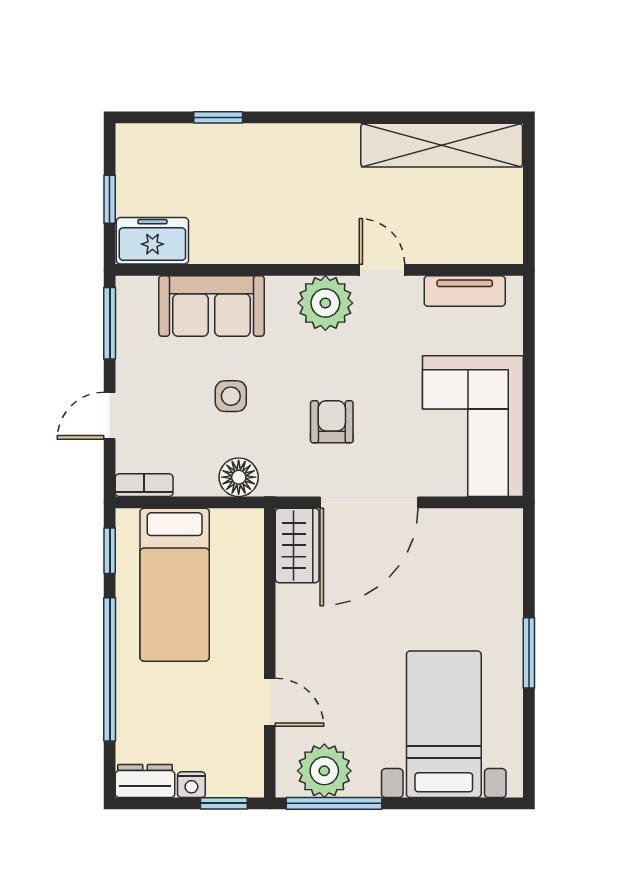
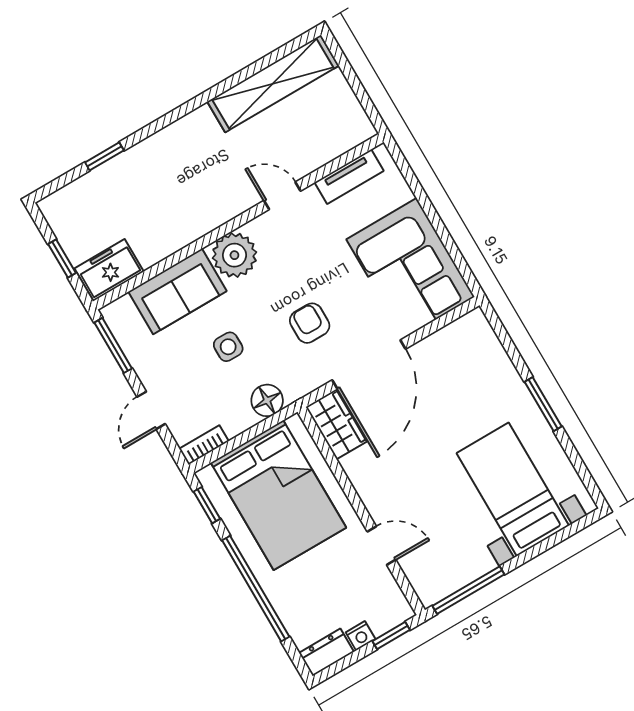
plant: (325, 303) -> (234, 255), moved
bed: (175, 585) -> (278, 495), width x1.50
plant: (324, 771) -> (448, 571), removed

